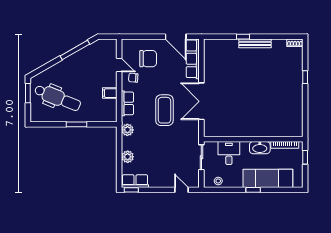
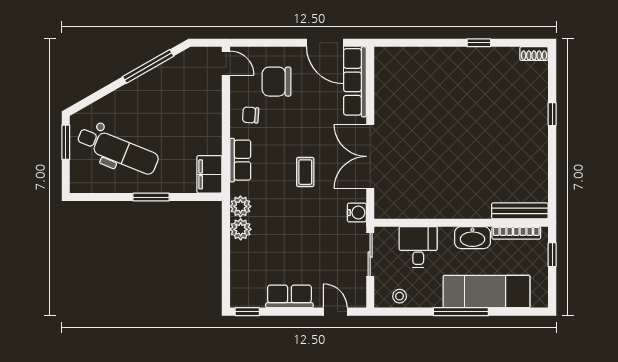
window: (243, 37) -> (479, 43), moved
bench: (255, 43) -> (520, 211), moved
chair: (148, 59) -> (277, 82), turned 180
door: (119, 65) -> (226, 63), moved
filing cabinet: (110, 93) -> (209, 174), moved, width x2.00
coffee table: (164, 110) -> (305, 172), width x0.54, depth x0.58
water cooler: (194, 133) -> (357, 213), added
plant: (128, 157) -> (241, 229), moved
row of seats: (135, 181) -> (289, 296), moved
window: (253, 190) -> (461, 312), width x2.17

